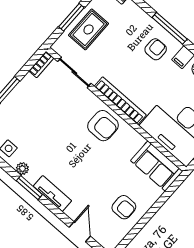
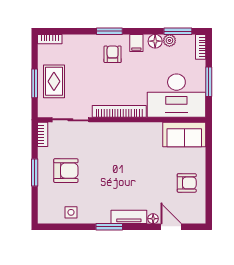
window: (170, 28) -> (109, 31), width x0.69
armchair: (103, 126) -> (66, 171), moved
plant: (22, 169) -> (93, 218), removed
floor lamp: (71, 212) -> (153, 219), added

